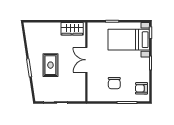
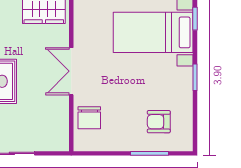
chair: (114, 83) -> (89, 118), moved
armchair: (141, 88) -> (159, 122), moved

